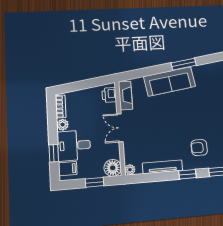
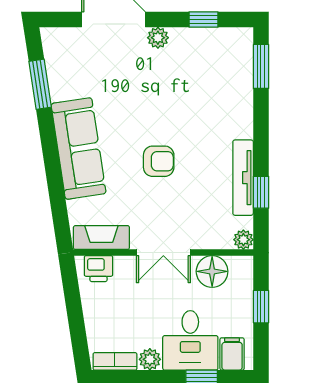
window: (184, 64) -> (40, 84), moved
armchair: (199, 148) -> (159, 161), moved, turned -90
floor lamp: (113, 168) -> (212, 271), moved
window: (187, 174) -> (261, 192), moved

